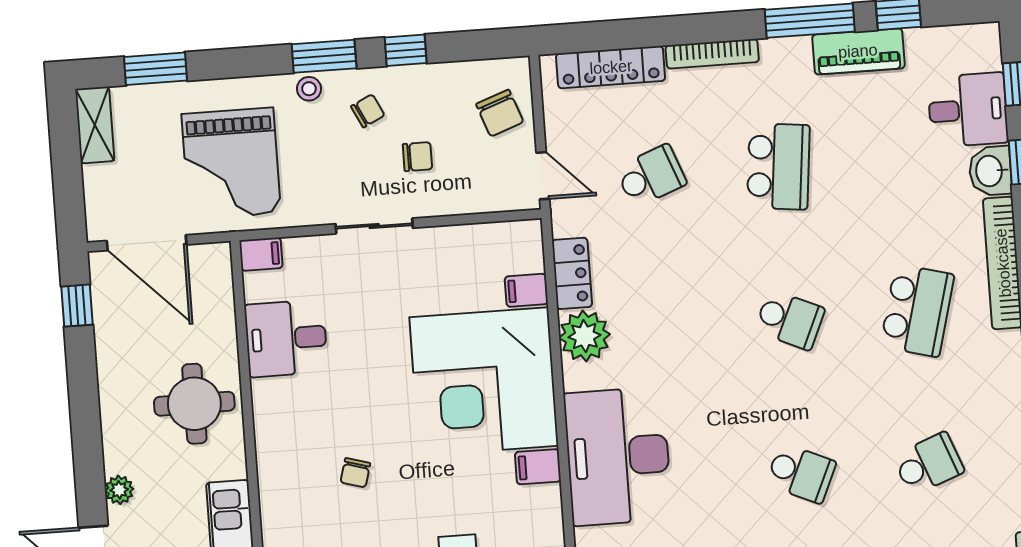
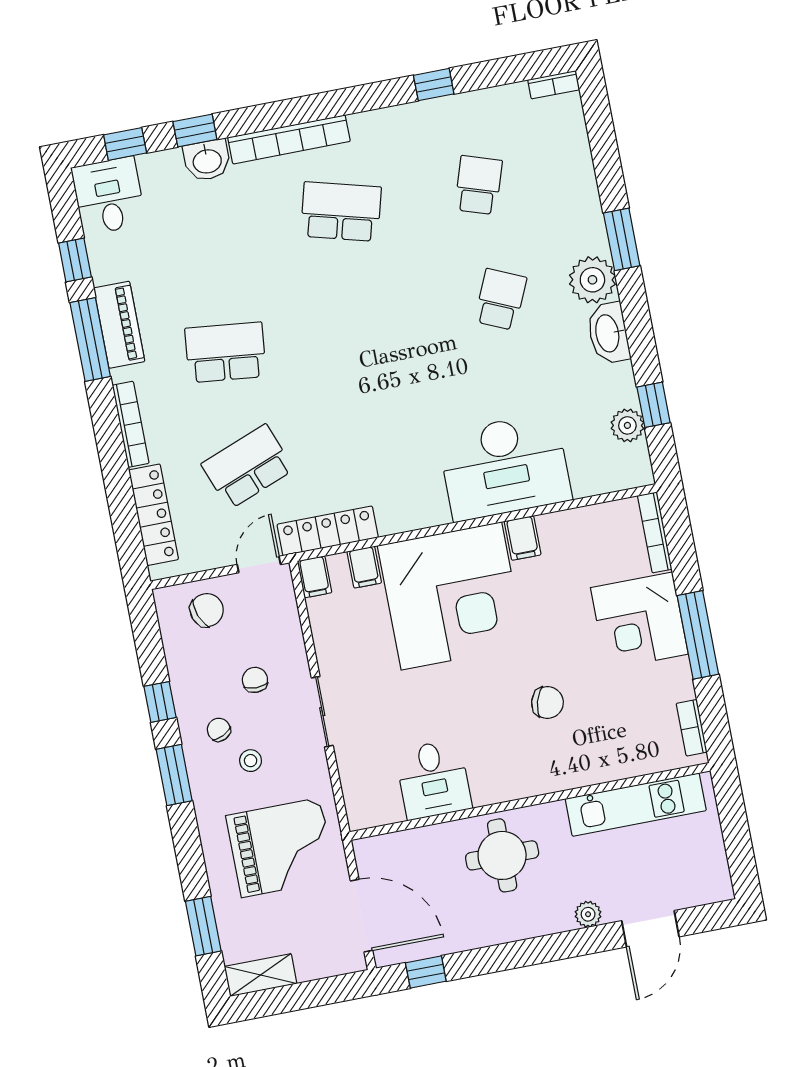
piano: (858, 51) -> (119, 325), moved
stool: (309, 89) -> (251, 761), moved
desk: (968, 110) -> (109, 196), moved
school desk: (651, 176) -> (248, 467), width x1.85
door: (147, 243) -> (362, 916), hinge flipped
filing cabinet: (261, 254) -> (315, 577), moved, turned 180
locker: (572, 273) -> (328, 531), width x1.53
school desk: (790, 320) -> (363, 326), removed
plant: (585, 336) -> (399, 510), removed
school desk: (928, 464) -> (478, 185), turned 39
chair: (355, 473) -> (547, 702), width x1.37, depth x1.37

